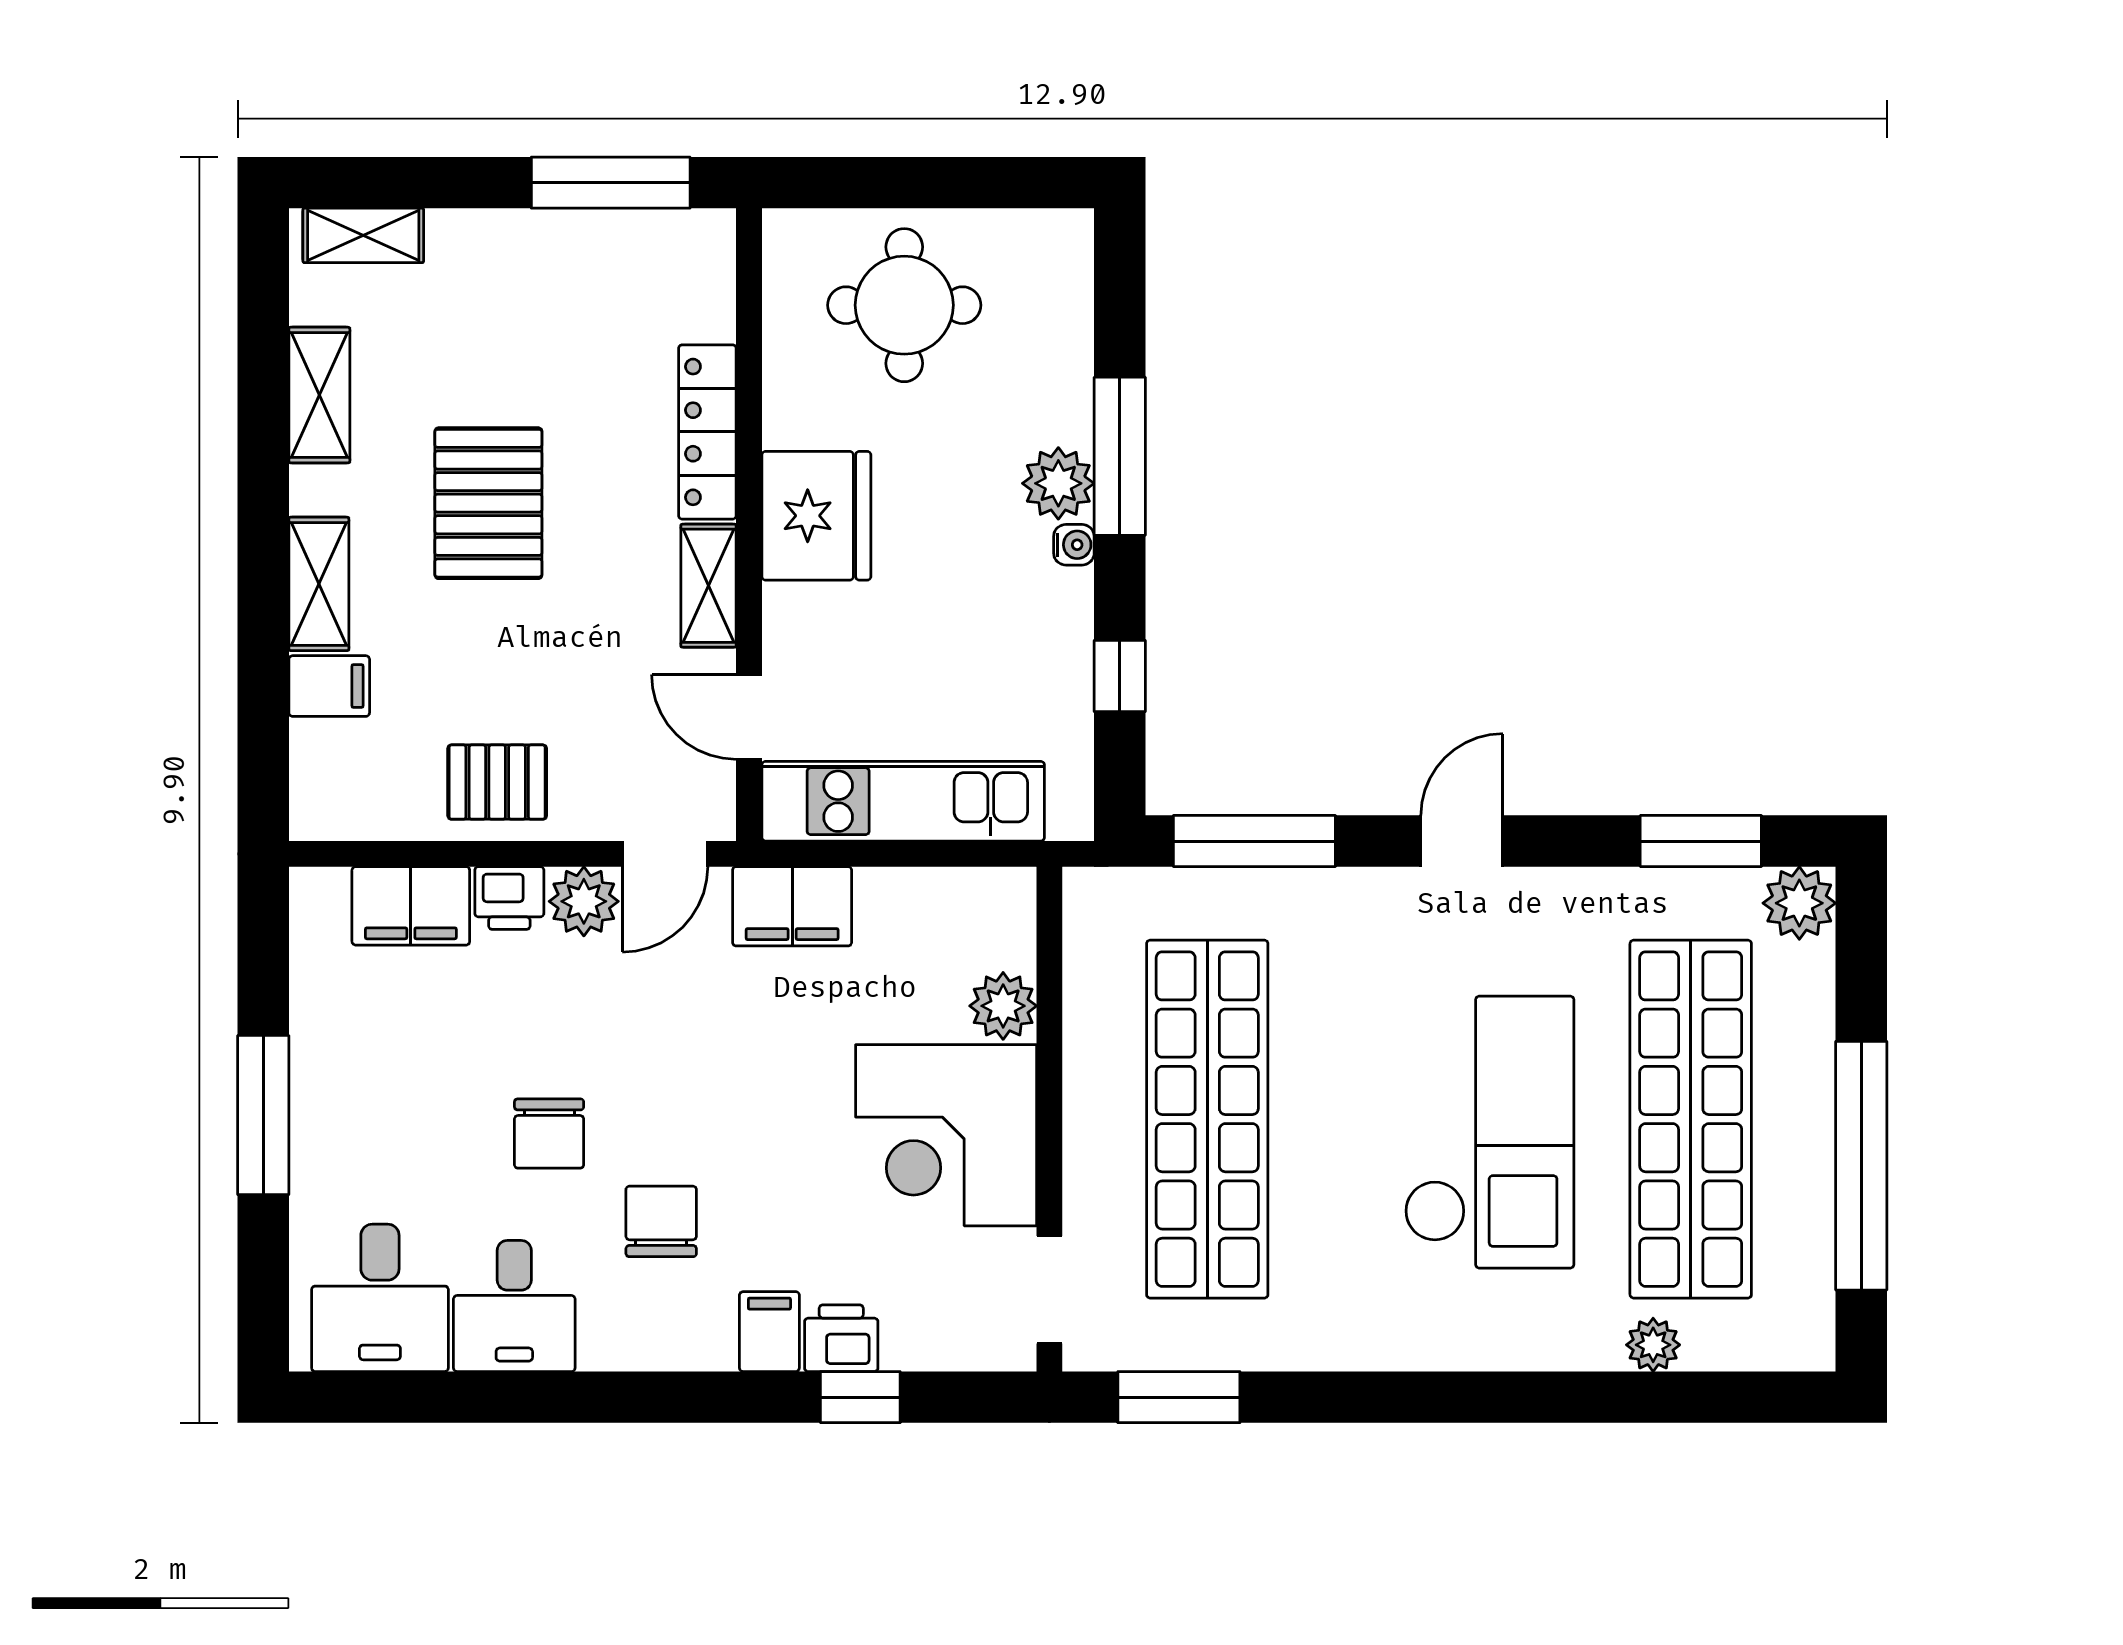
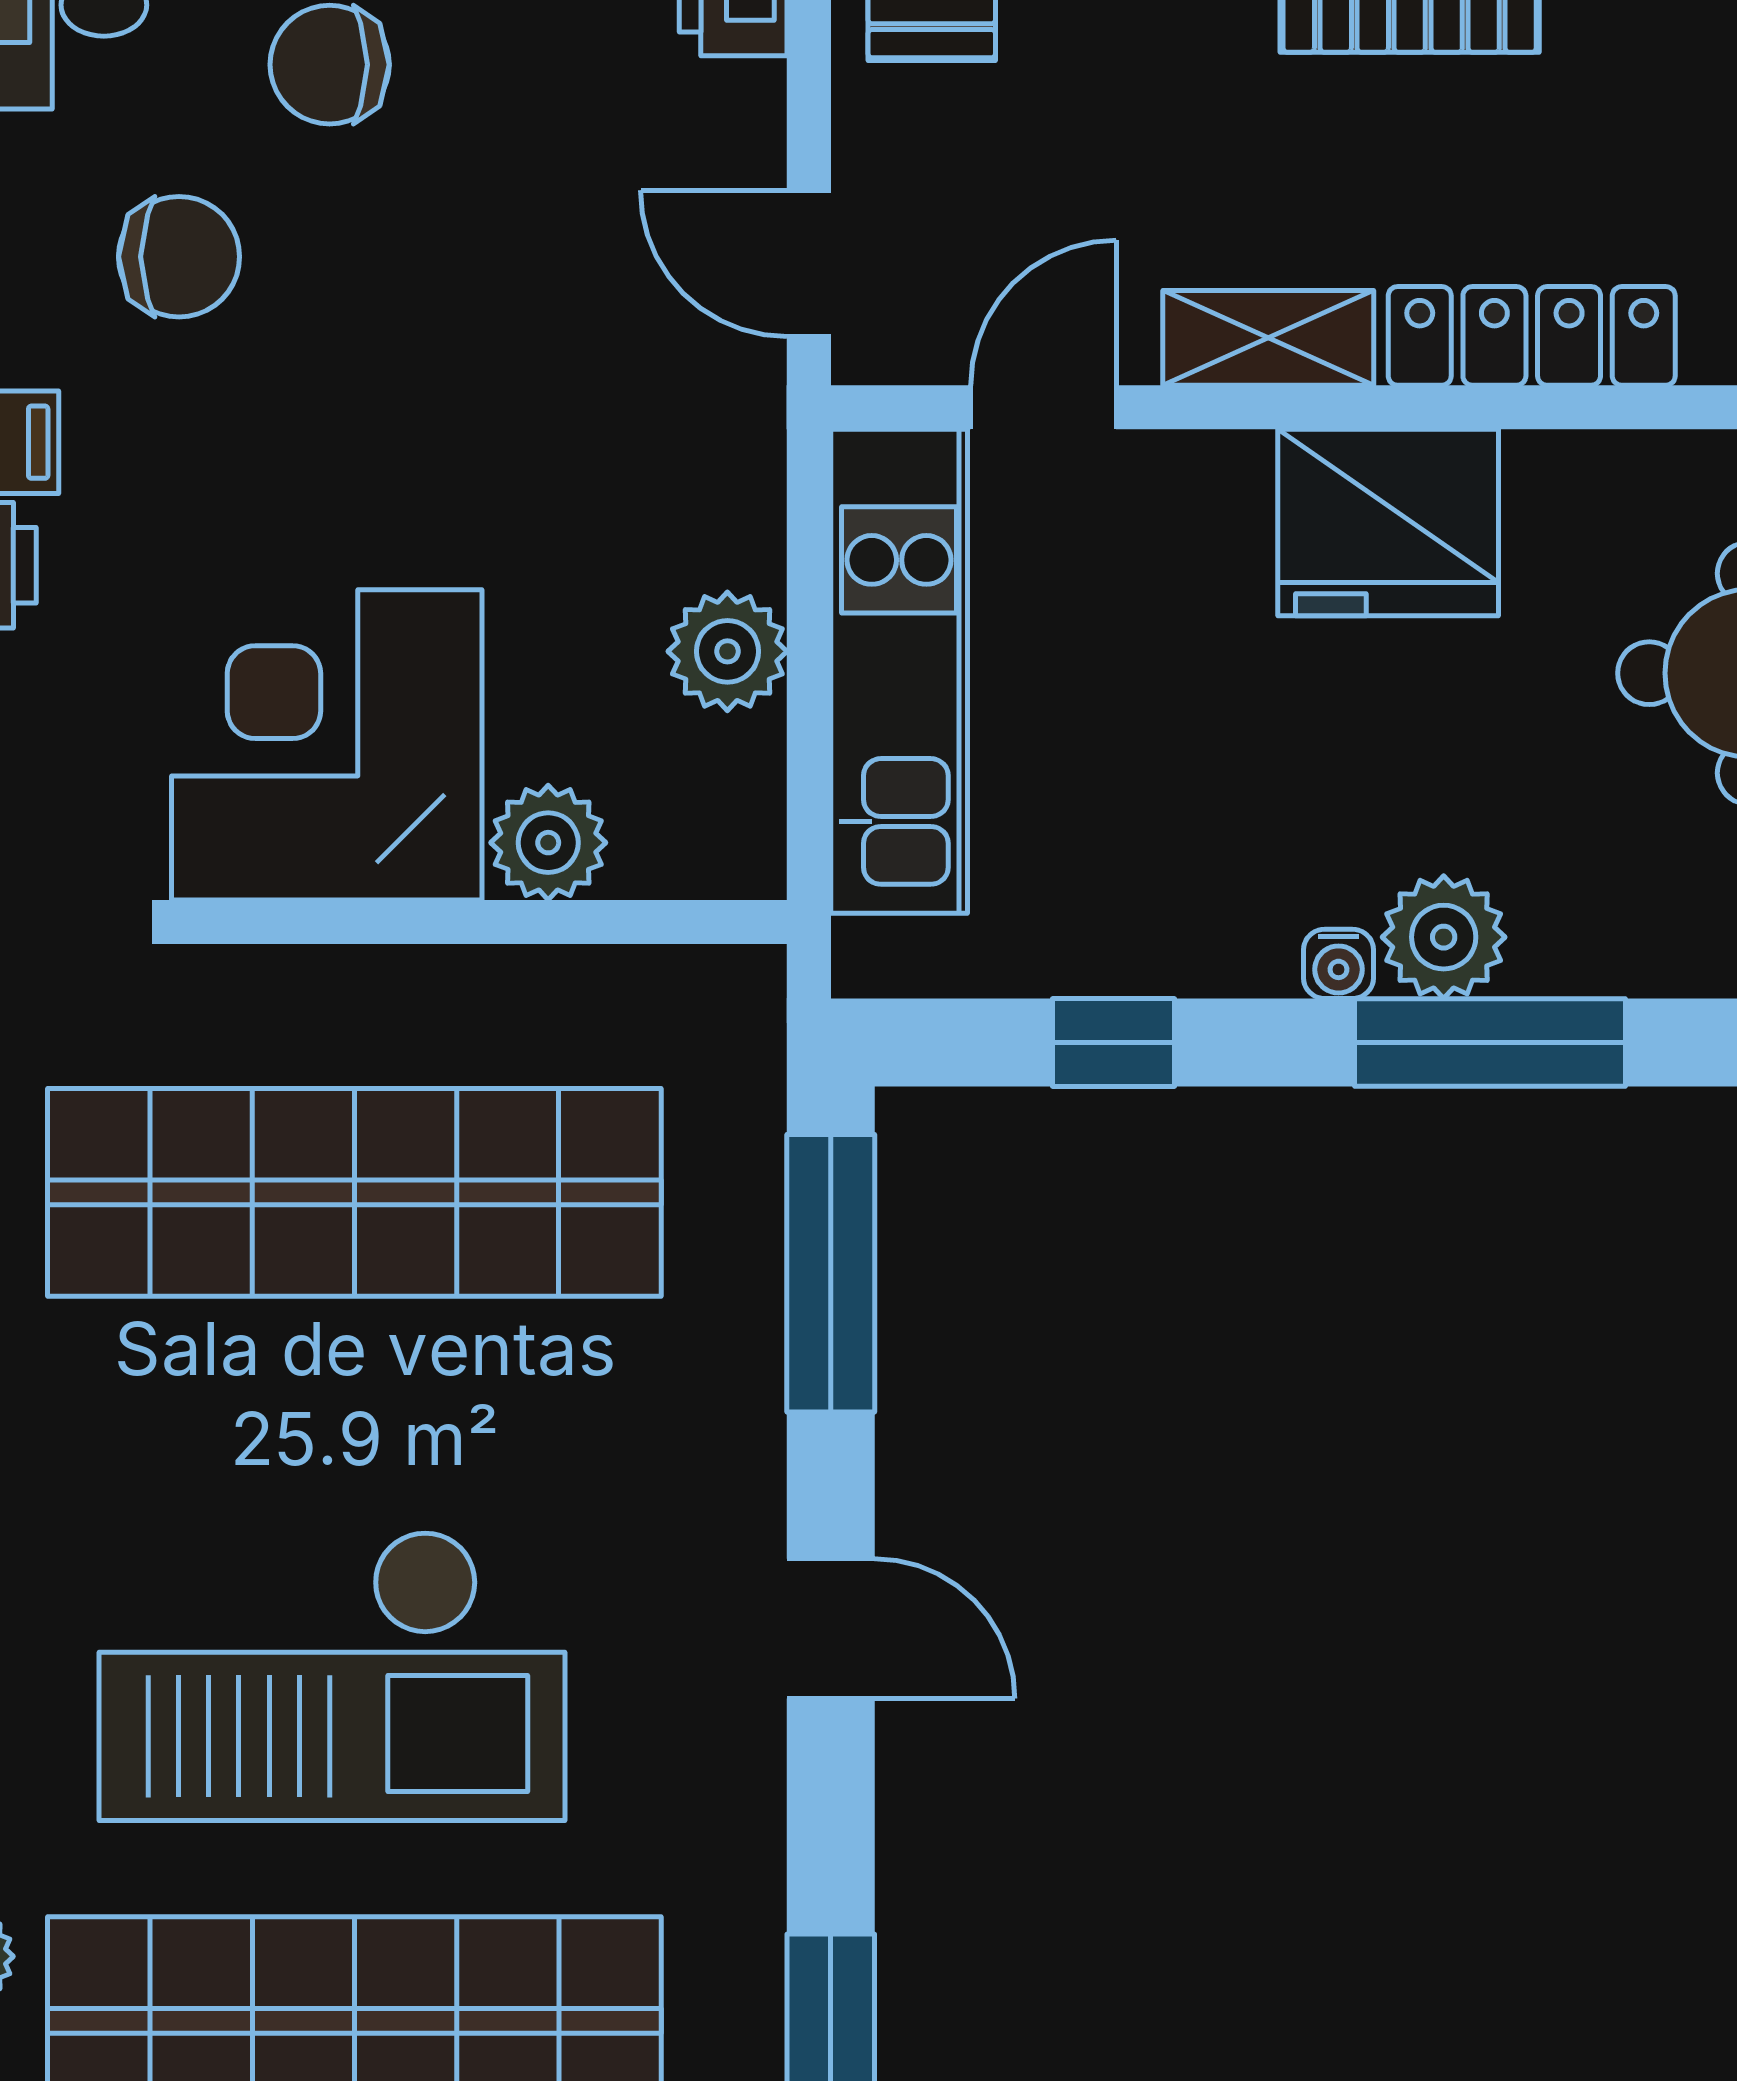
plant: (584, 901) -> (727, 651), moved
filing cabinet: (792, 906) -> (719, 481), removed

